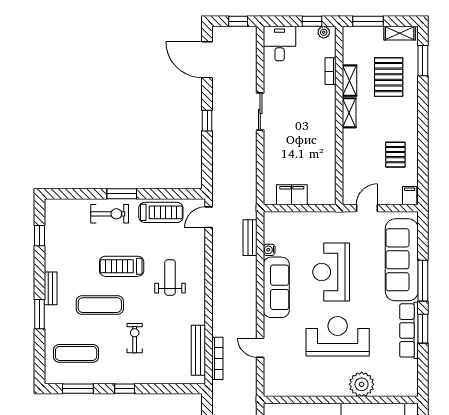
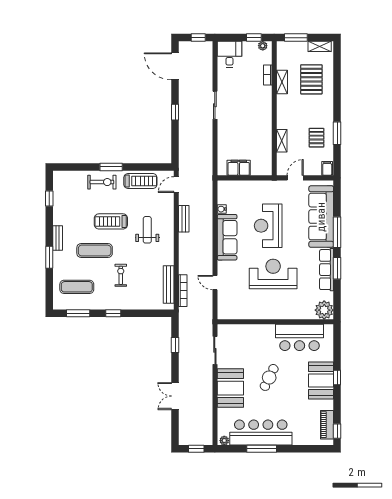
window: (423, 61) -> (337, 133), moved
shelving: (349, 113) -> (282, 141), moved
bench: (250, 238) -> (184, 219), moved
plant: (362, 384) -> (324, 310), moved

